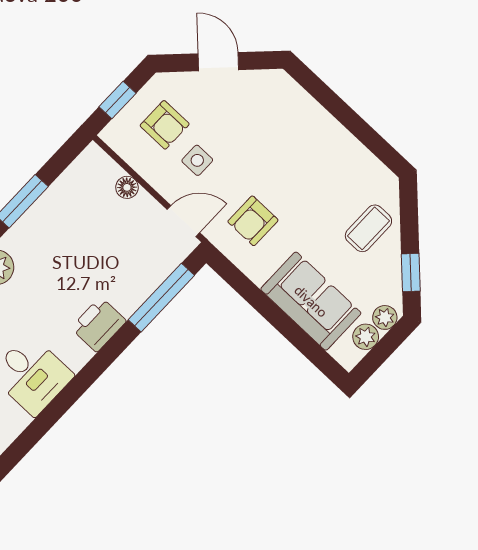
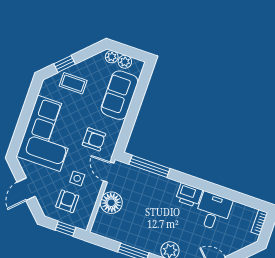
corner sofa: (299, 146) -> (49, 133), added
floor lamp: (127, 187) -> (111, 203), width x1.89, depth x1.89
window: (411, 272) -> (65, 64), moved
printer: (99, 324) -> (189, 195), moved

